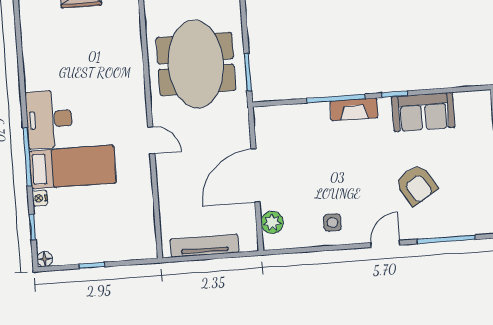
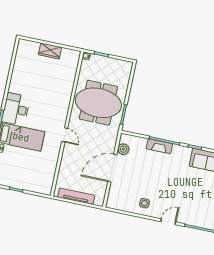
meeting table: (196, 64) -> (98, 103), turned 90
fireplace: (354, 109) -> (159, 146), moved
armchair: (416, 185) -> (193, 196), removed
plant: (272, 222) -> (123, 149), moved

